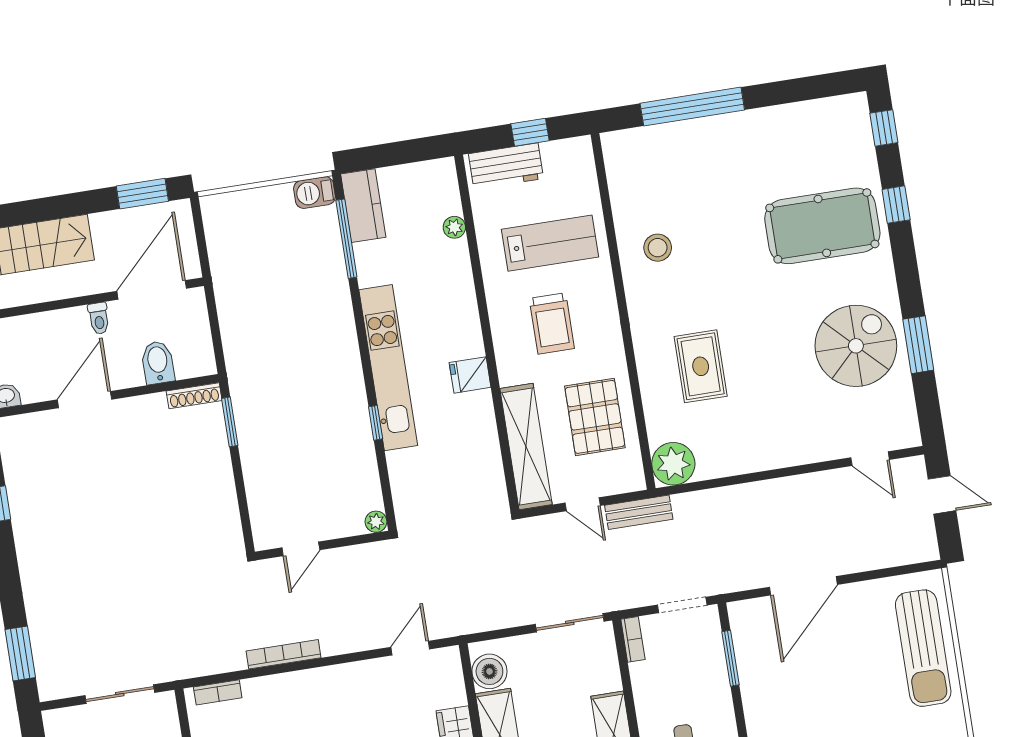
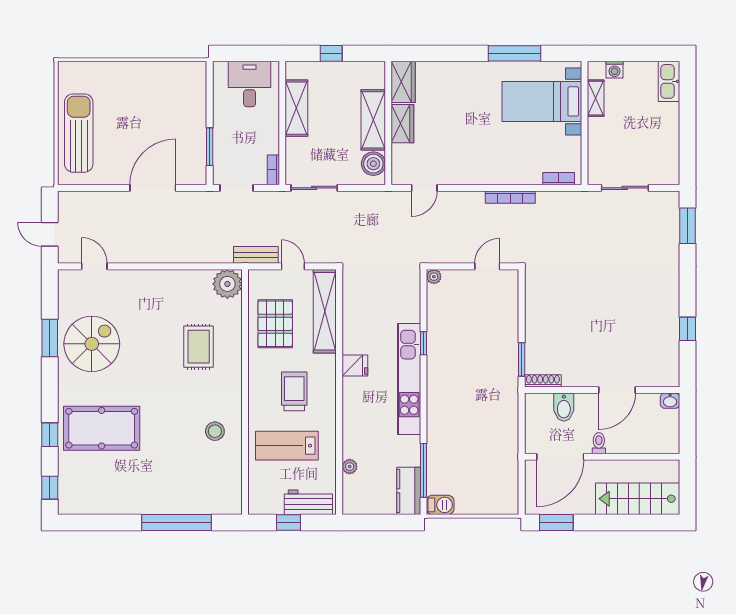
spiral stairs: (856, 346) -> (92, 344), turned 180

